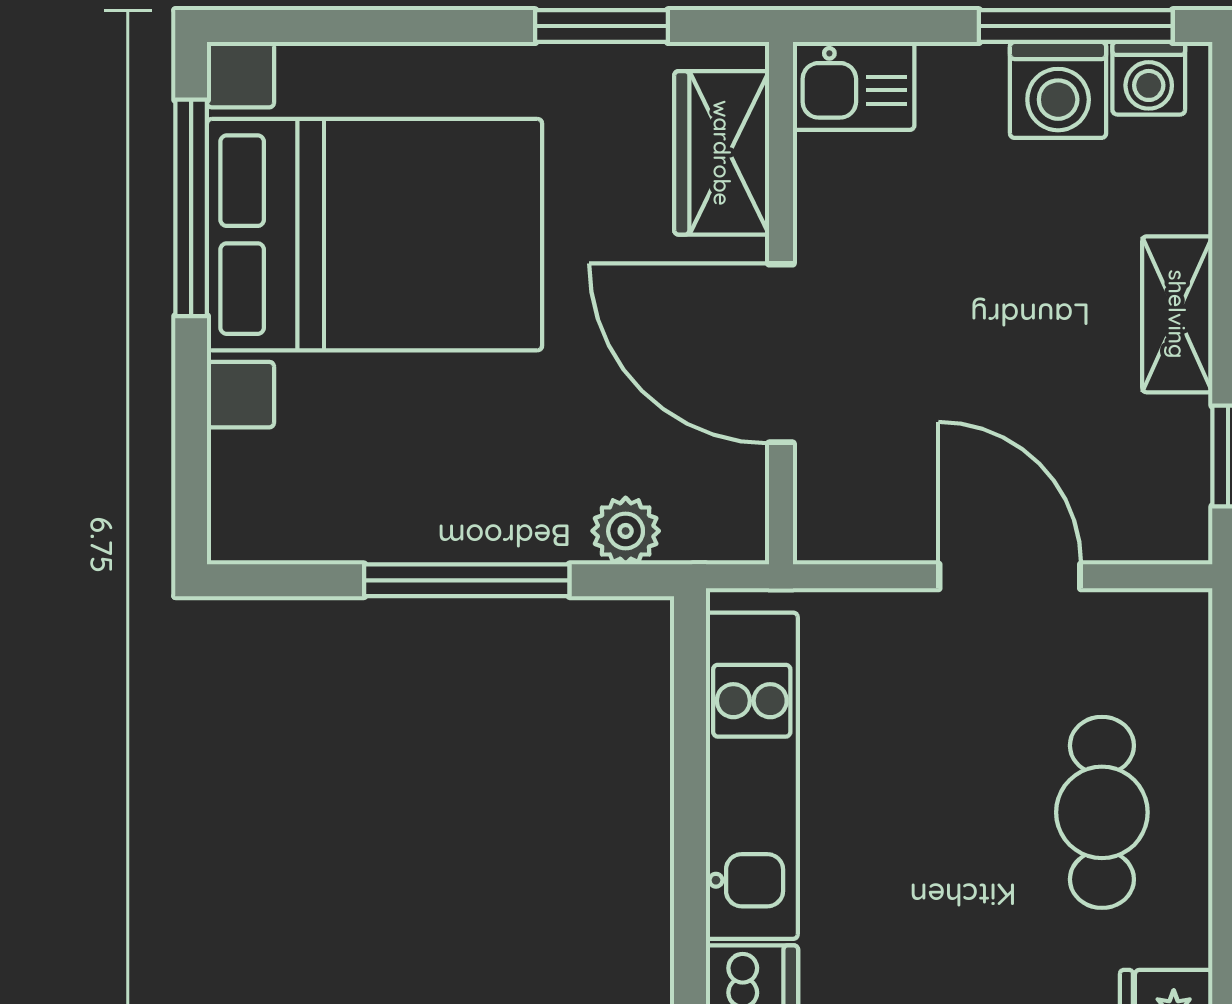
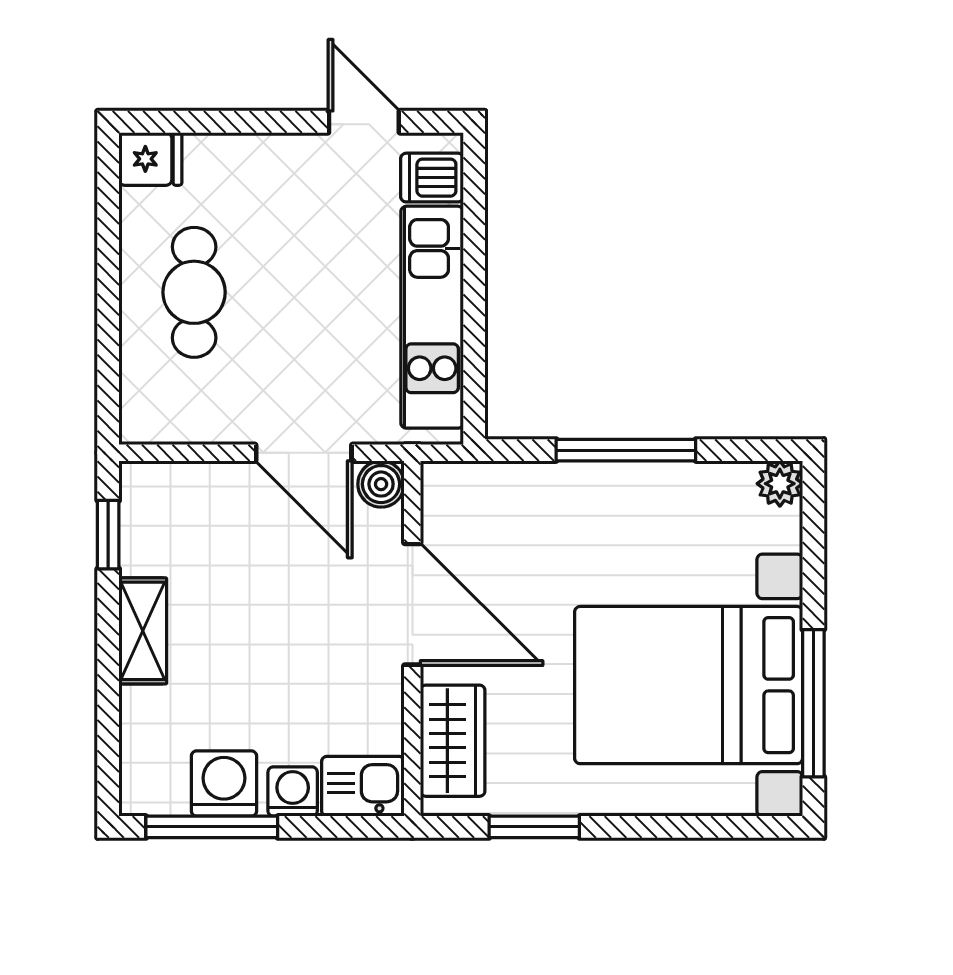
washing machine: (1149, 78) -> (293, 791), moved
boiler: (827, 530) -> (381, 484), added
plant: (626, 531) -> (780, 484), moved
door: (1010, 576) -> (304, 453), moved

